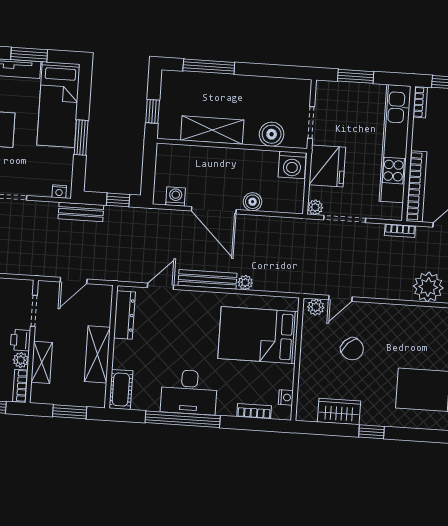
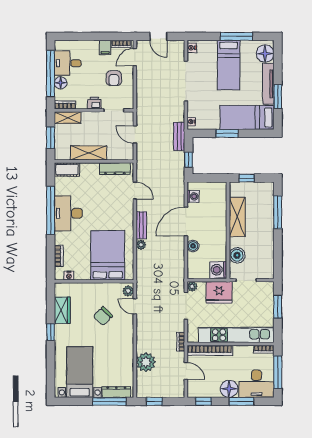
bench: (207, 279) -> (141, 225), width x0.73
plant: (21, 360) -> (82, 104), removed
shelving: (42, 362) -> (68, 118), moved

